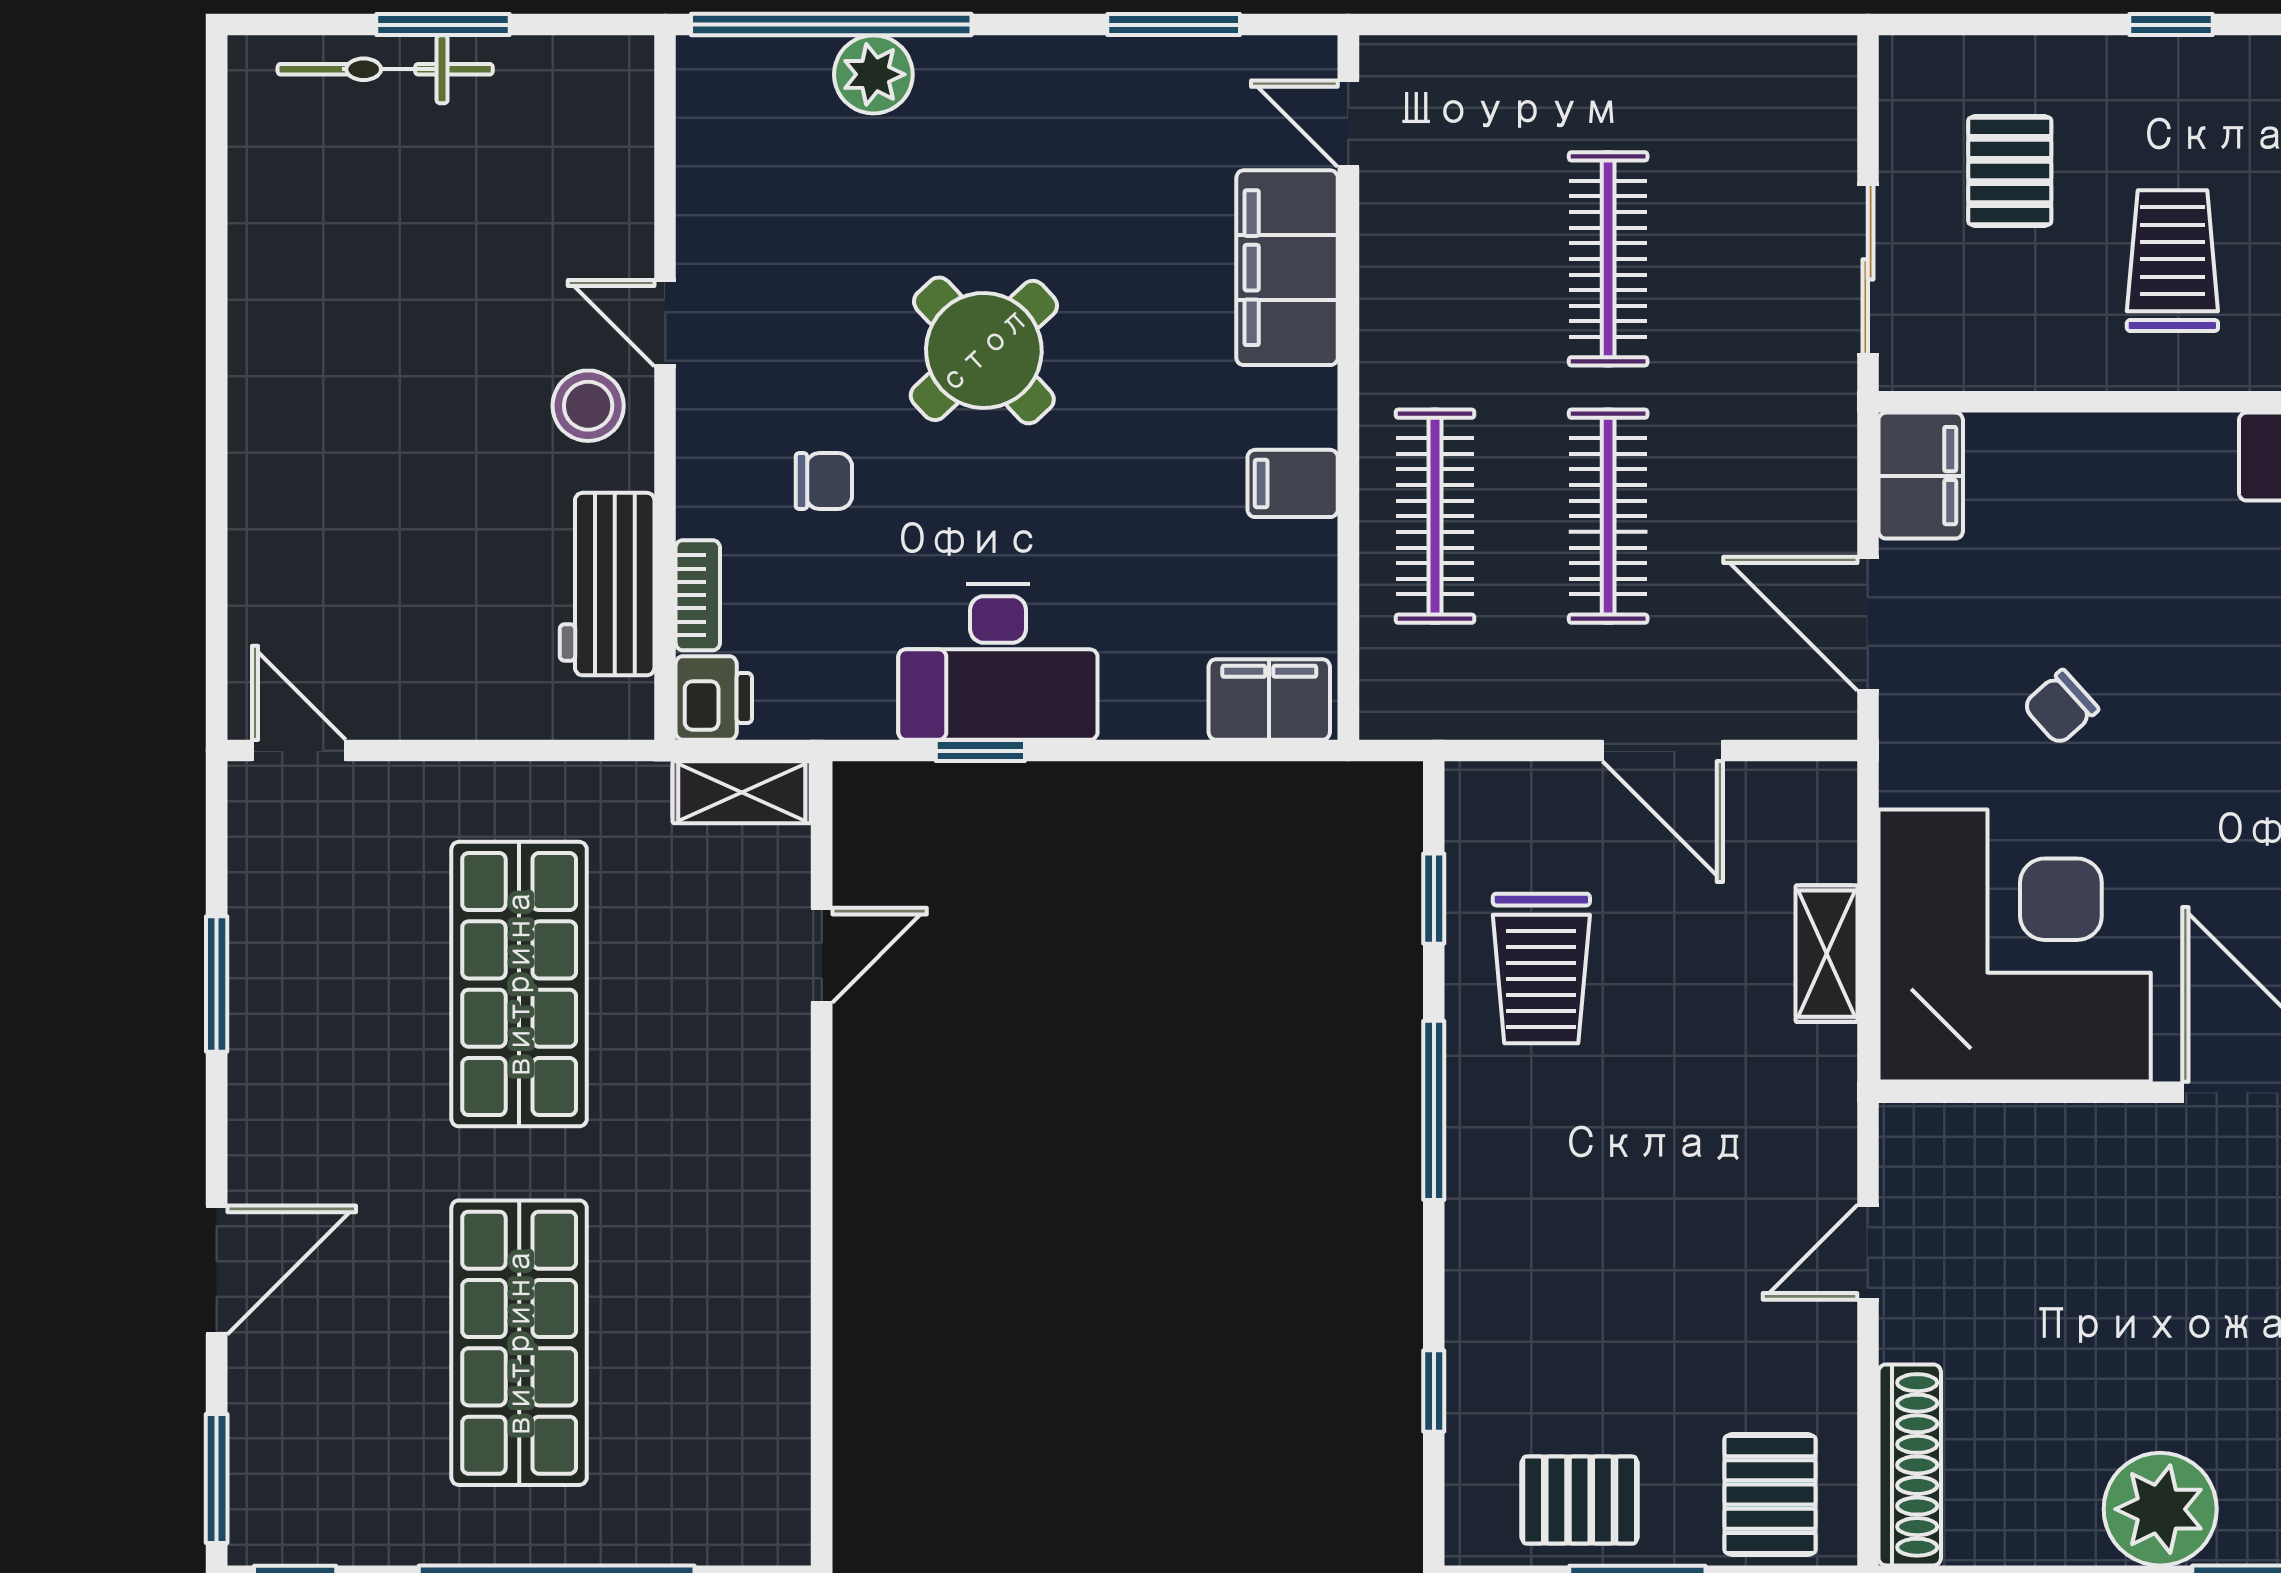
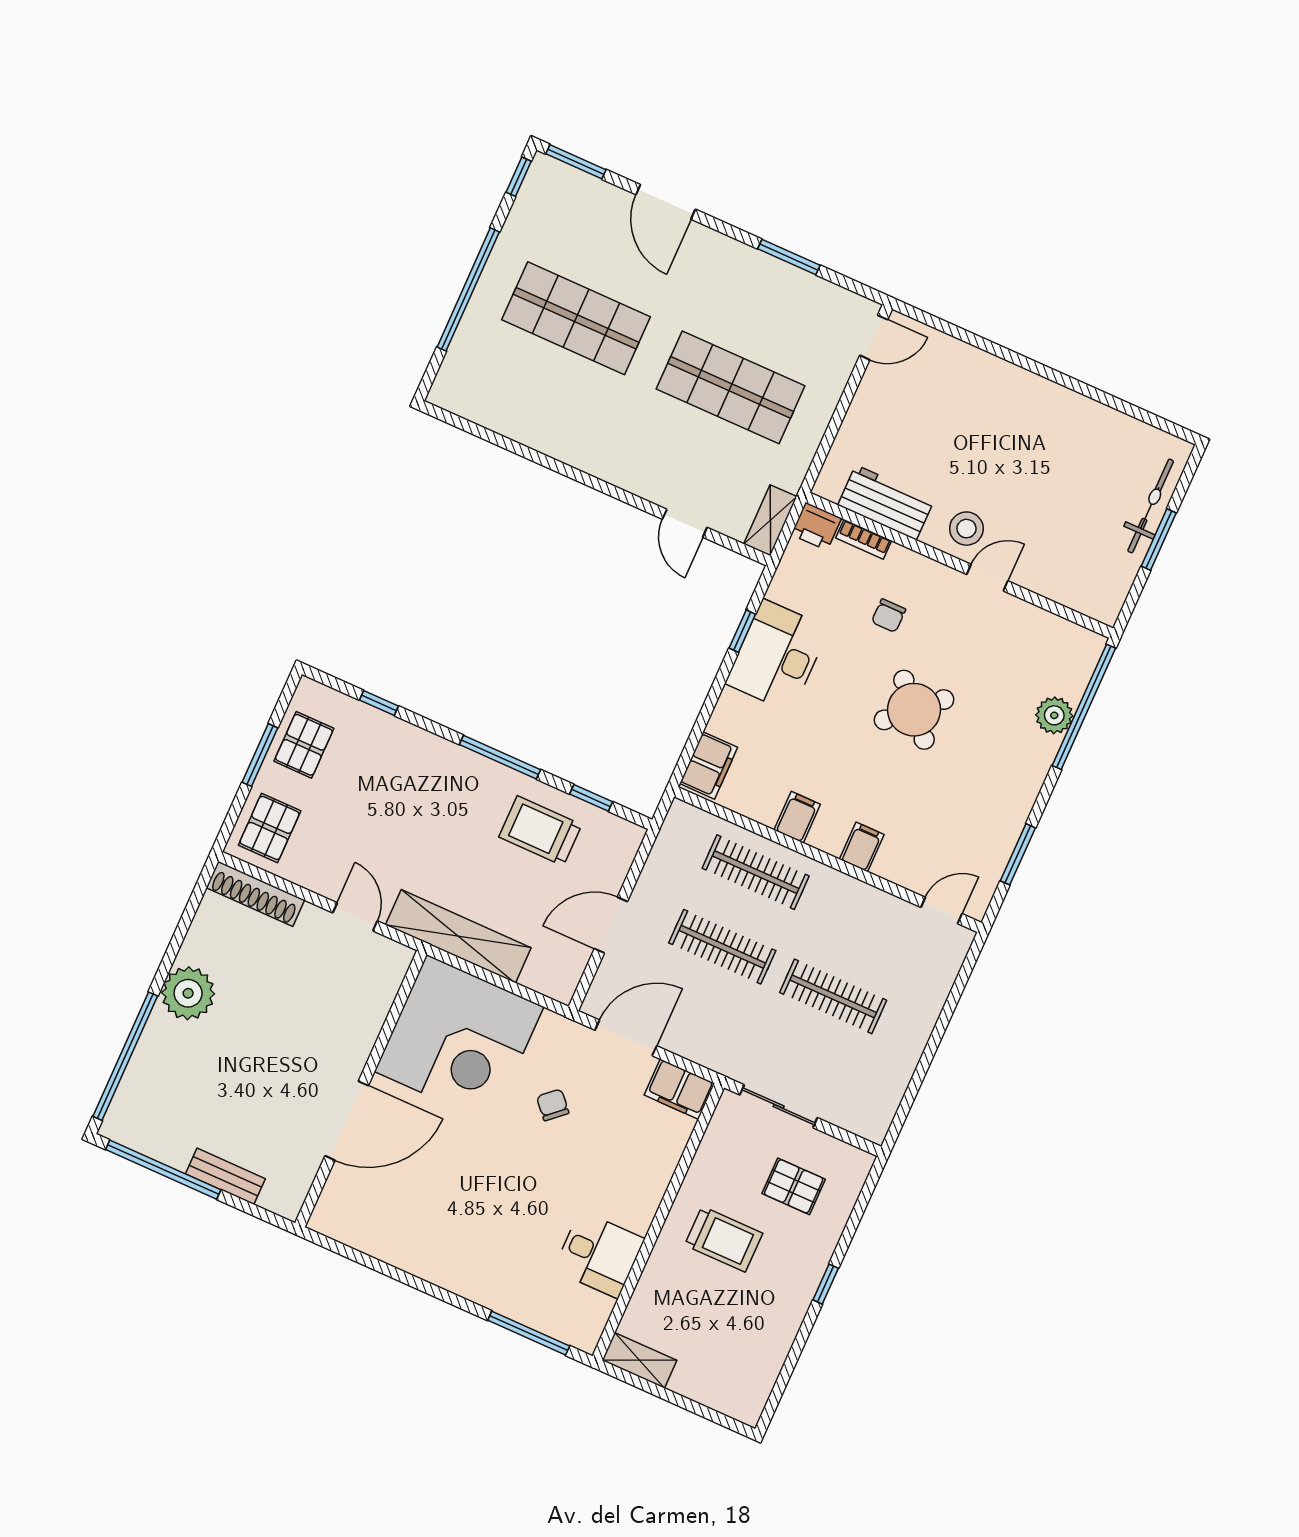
filing cabinet: (1287, 268) -> (862, 847), width x0.33, depth x0.86
shelving: (1826, 954) -> (458, 936), width x2.20, depth x1.33
pallet: (1770, 1495) -> (270, 828), turned 90

